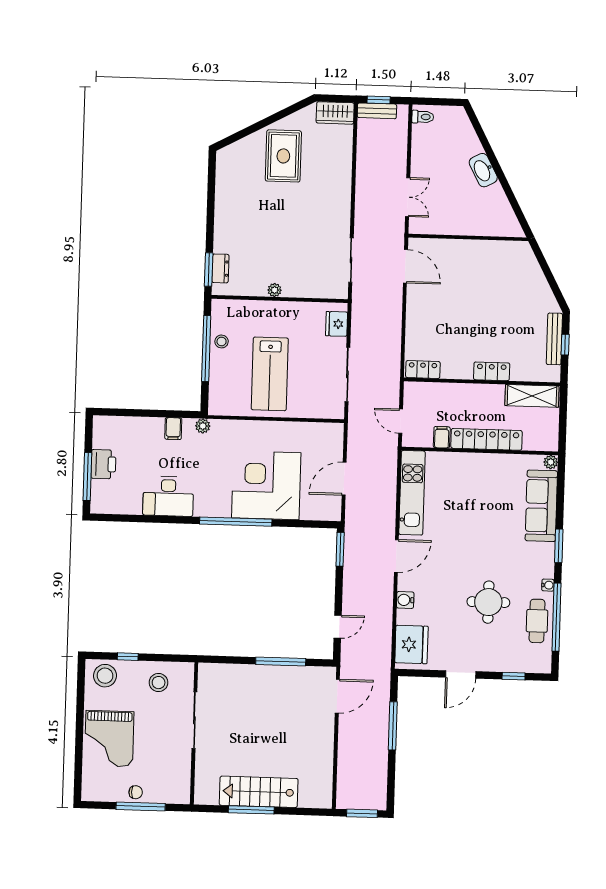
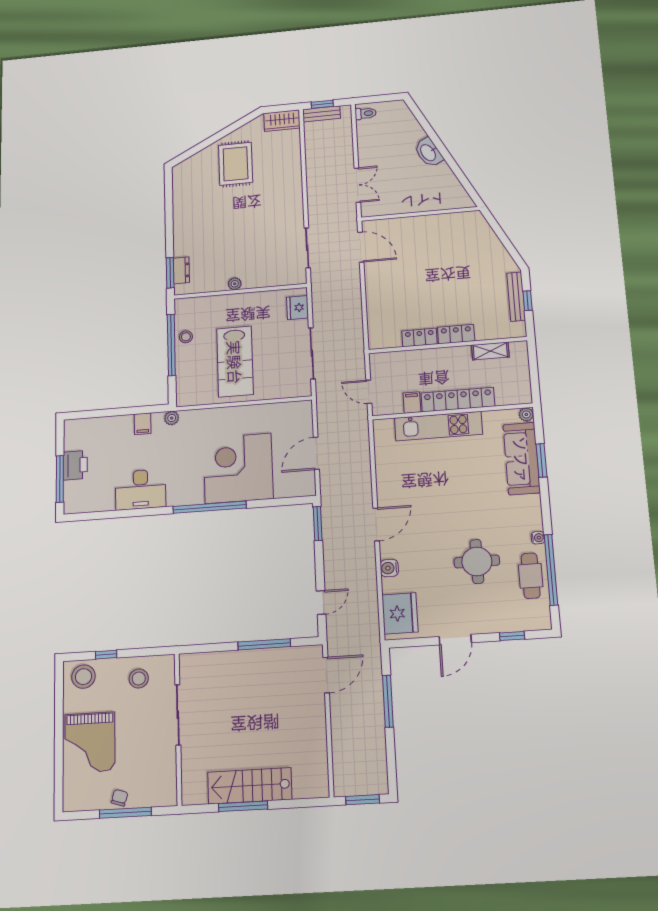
locker: (423, 370) -> (420, 338), moved
shelving: (532, 396) -> (490, 351), width x0.67, depth x0.75
kitchen unit: (412, 493) -> (438, 426), moved, turned 90
window: (559, 546) -> (541, 460), moved
chair: (136, 792) -> (120, 798), turned -73

